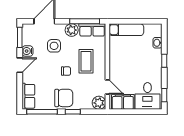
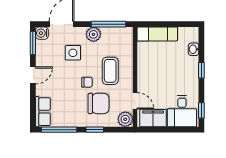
row of seats: (92, 30) -> (117, 34), removed
water cooler: (27, 51) -> (42, 33), moved
chair: (64, 98) -> (98, 104), moved

